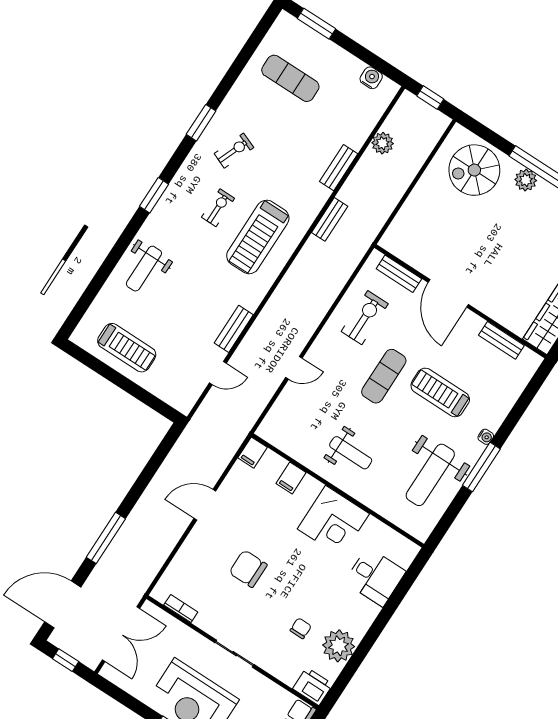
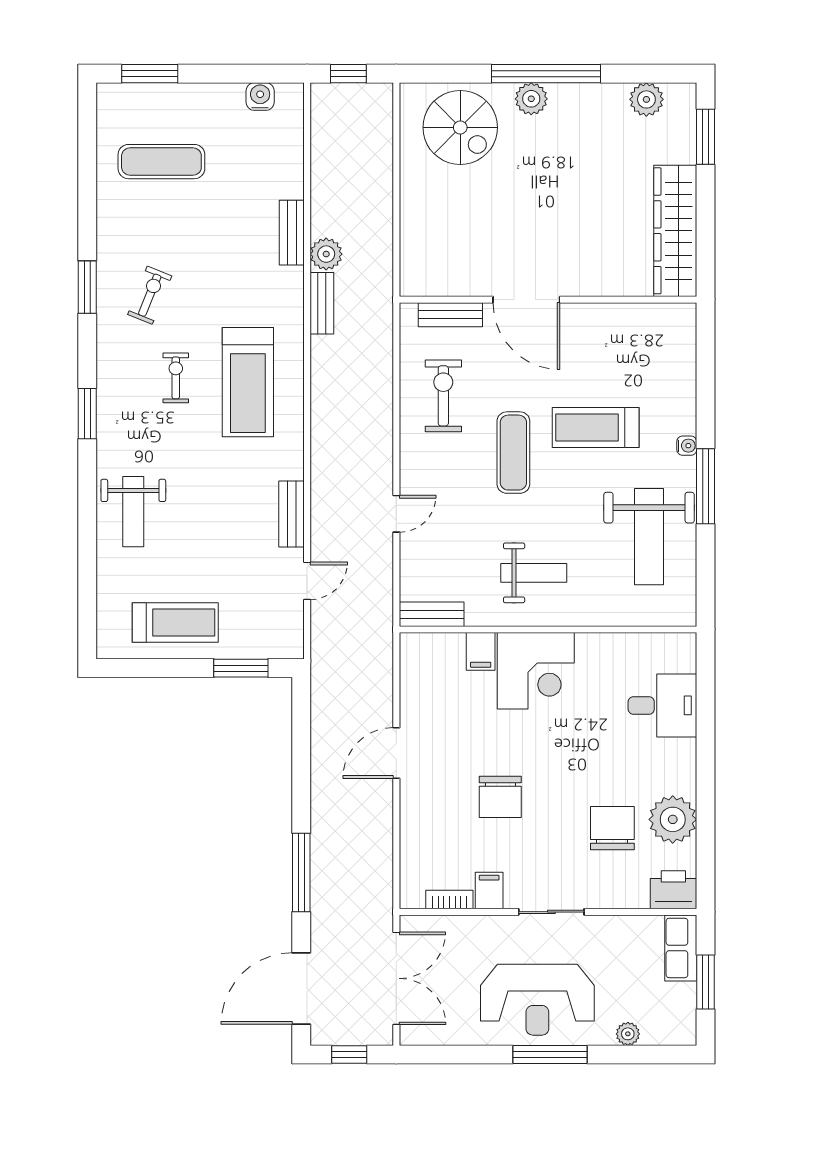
plant: (383, 143) -> (326, 254), moved
spiral stairs: (474, 170) -> (460, 127), turned -90
bench: (501, 340) -> (432, 614), moved
window: (147, 398) -> (241, 668), added
filing cabinet: (253, 453) -> (489, 890), moved, turned 180
corner desk: (333, 521) -> (536, 671), moved
chair: (248, 569) -> (500, 797), turned -90
chair: (301, 628) -> (612, 828), width x1.87, depth x1.87

